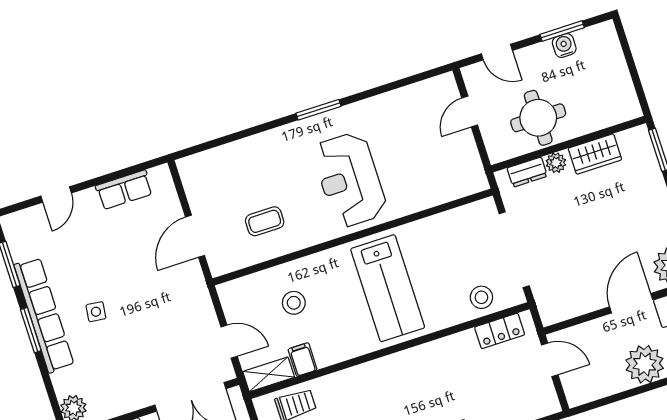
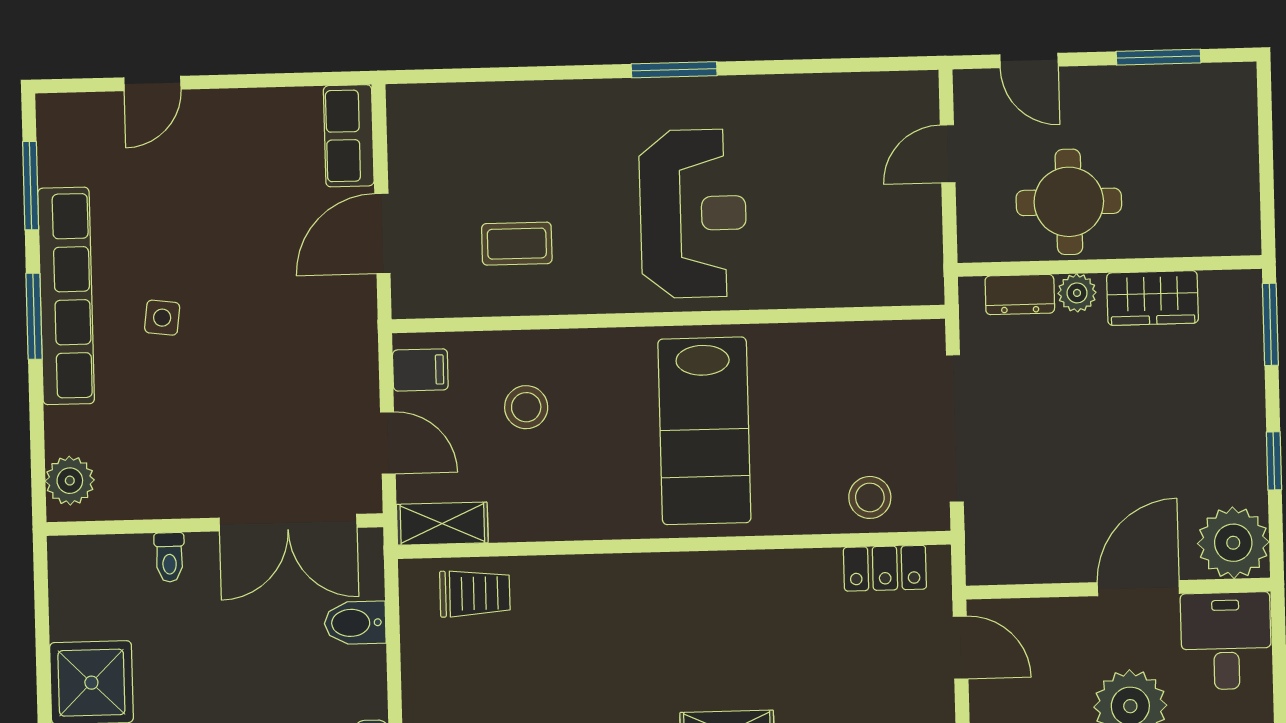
water cooler: (564, 45) -> (1155, 84), removed
reception desk: (350, 180) -> (693, 214), turned 180
row of seats: (124, 190) -> (349, 136), moved, turned 90
filing cabinet: (303, 359) -> (420, 370), moved, turned 90

